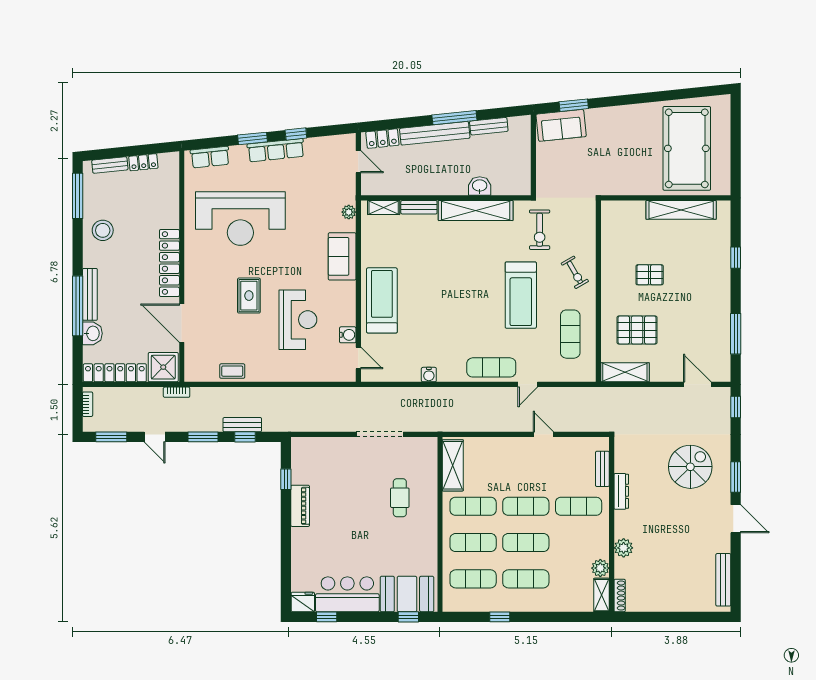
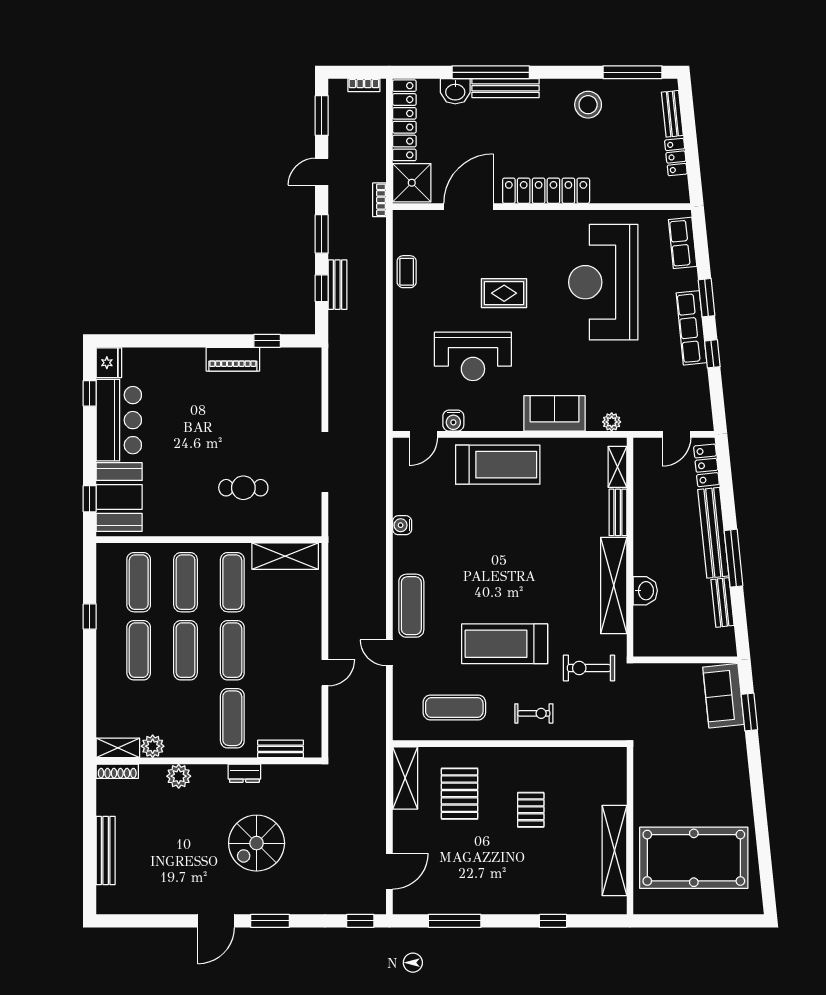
exercise bike: (575, 272) -> (534, 713), turned -150
spiral stairs: (690, 467) -> (257, 843), moved, turned 90
dresser: (621, 491) -> (244, 773), width x0.70
bench: (723, 580) -> (106, 850), moved, turned 90

